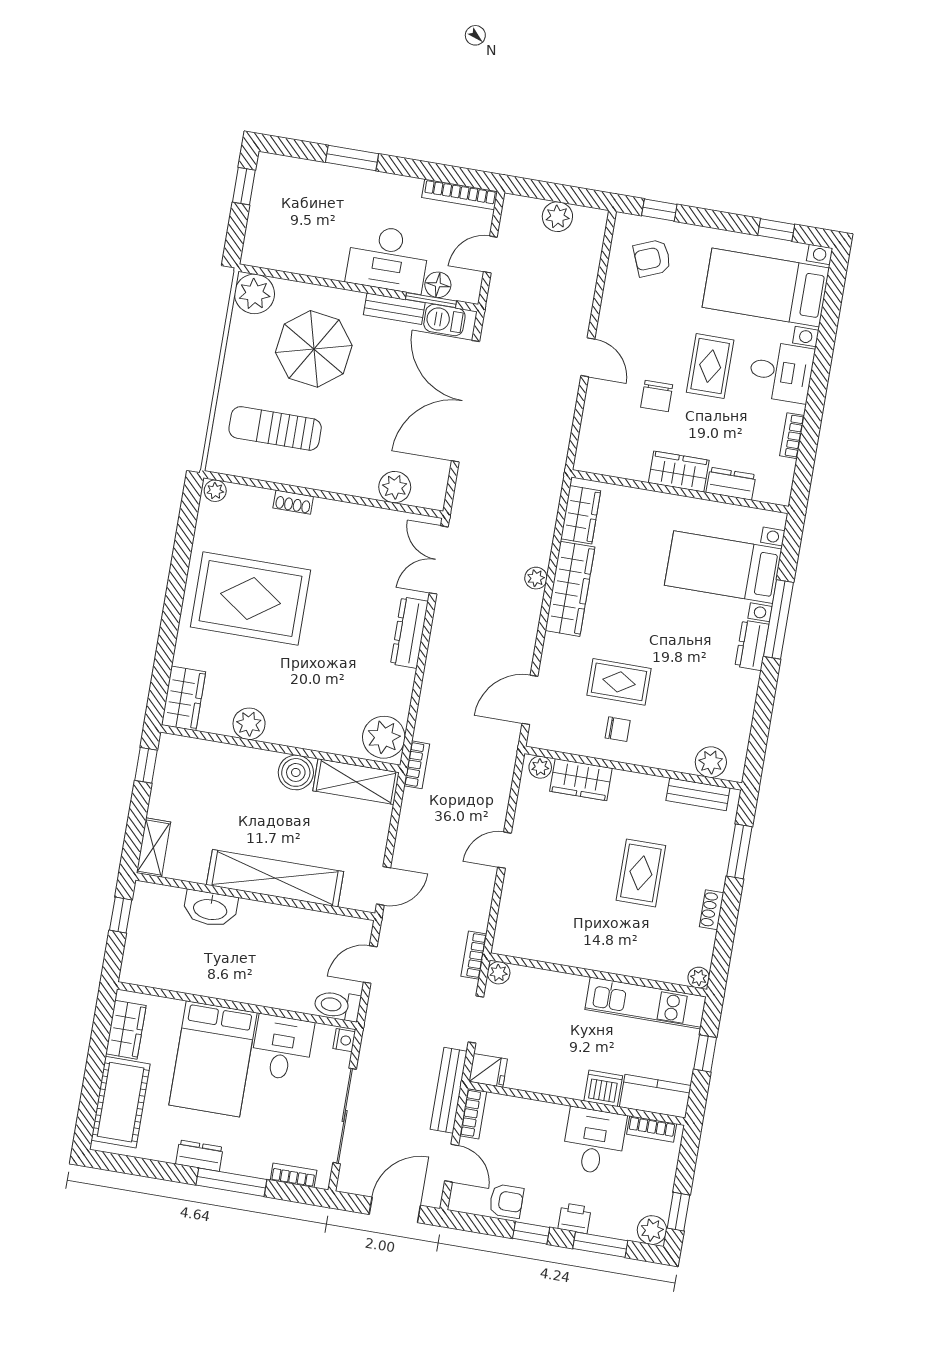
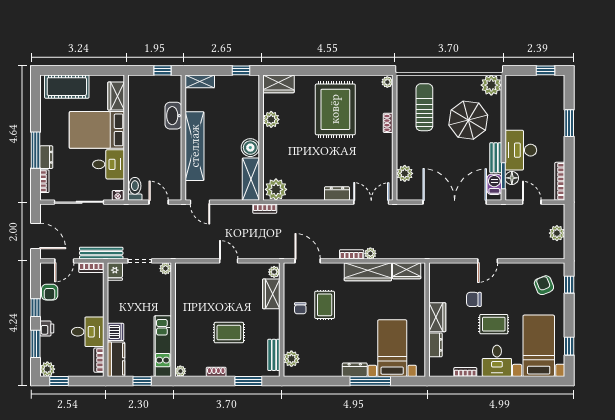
dresser: (409, 633) -> (337, 193), width x0.70
bookcase: (474, 955) -> (352, 254), moved
wardrobe: (126, 1030) -> (116, 96), moved, turned 90
dresser: (199, 1156) -> (46, 157), moved

